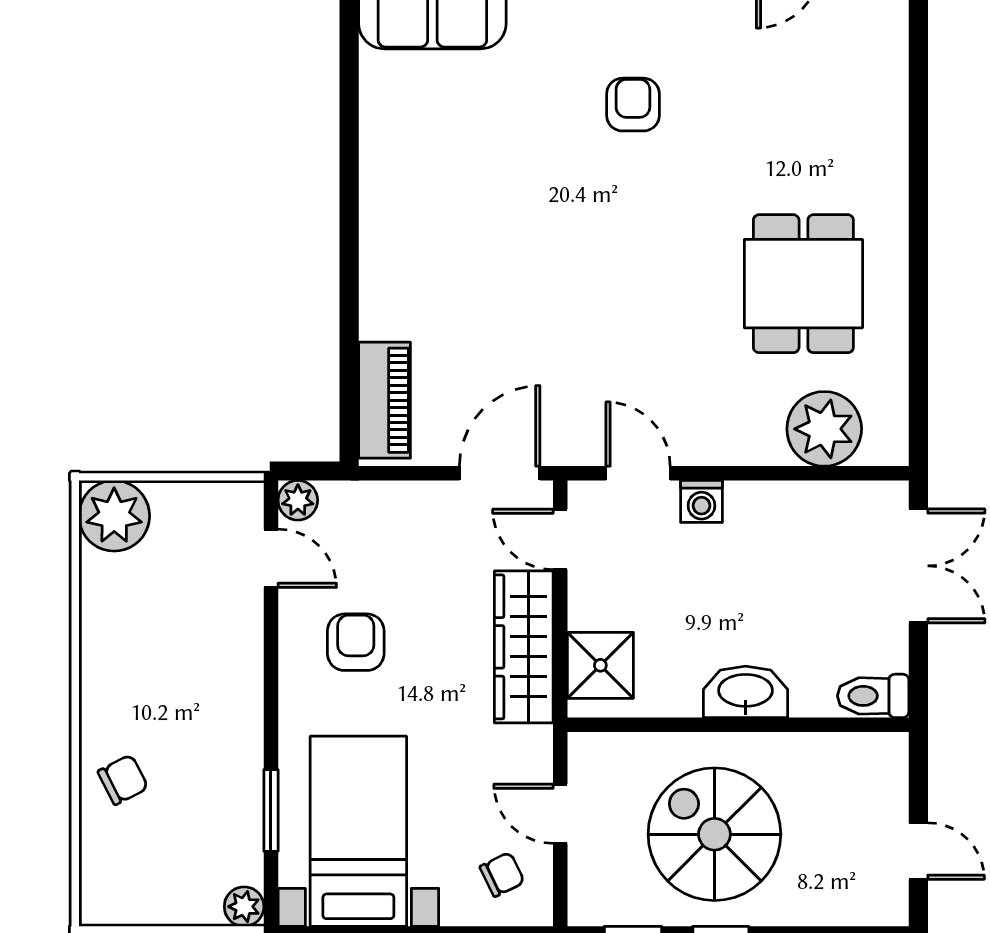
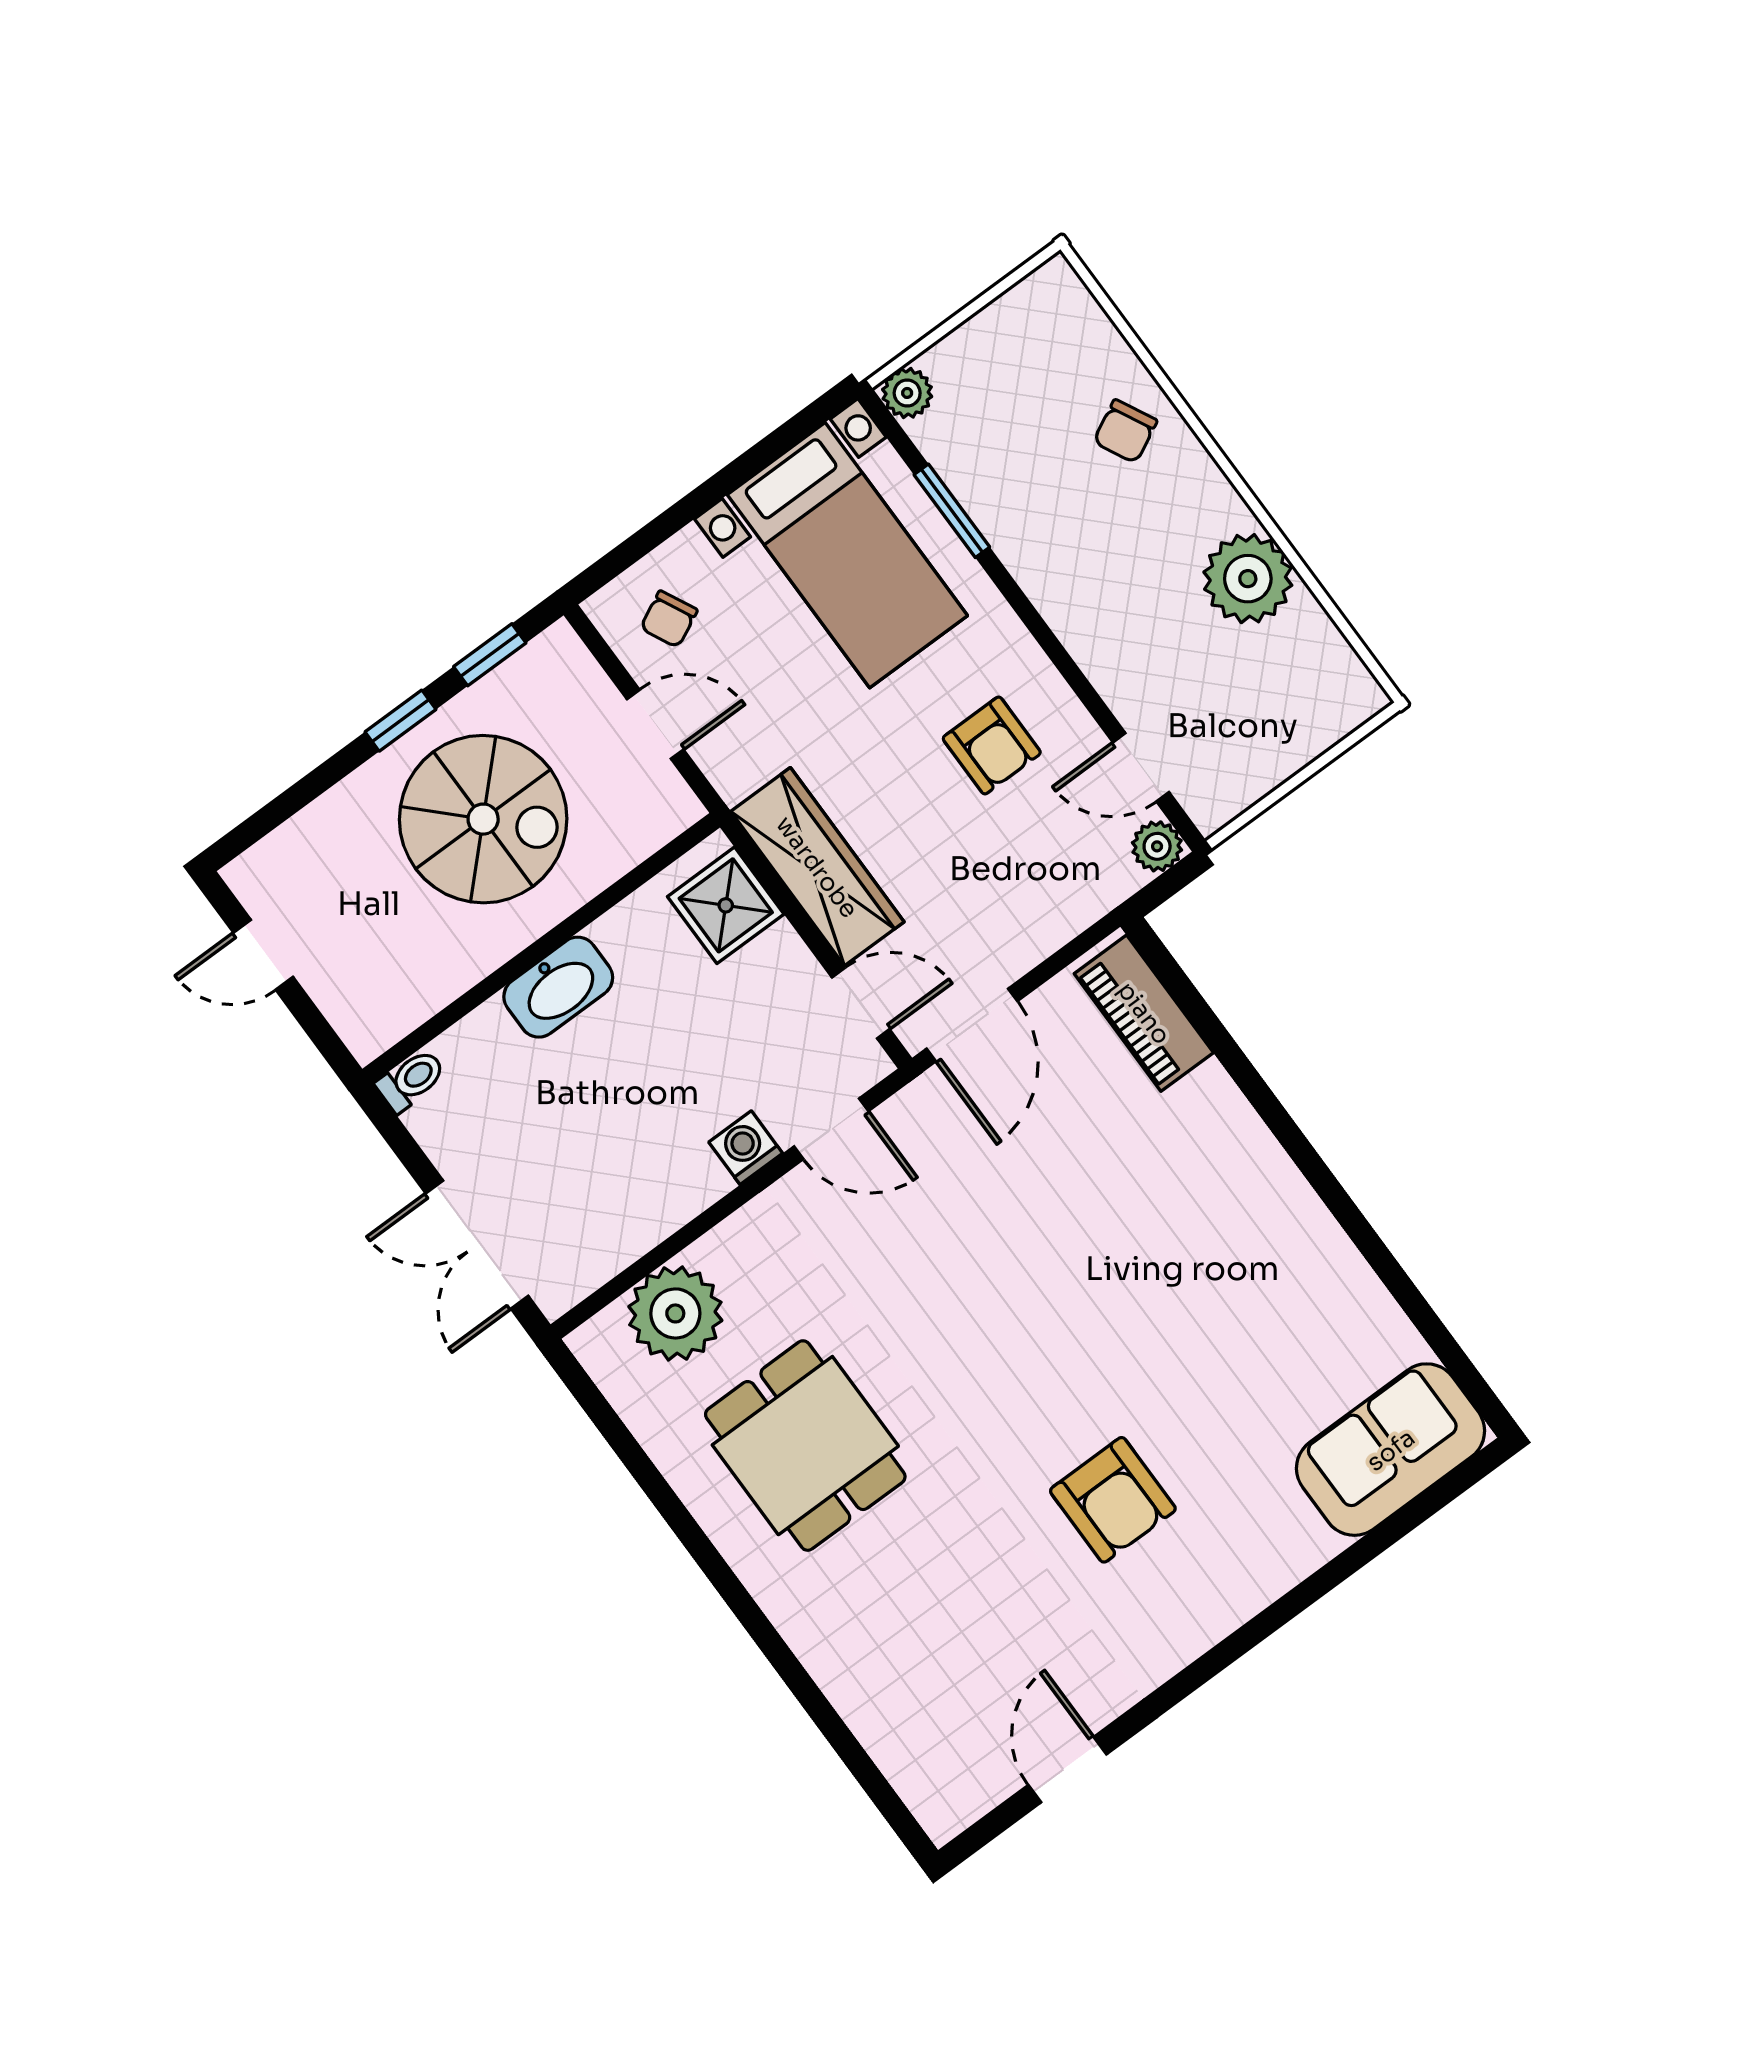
armchair: (633, 105) -> (1113, 1500), width x1.38, depth x1.38
plant: (114, 516) -> (1248, 579), moved
toilet: (873, 696) -> (411, 1080), width x0.73, depth x0.72

